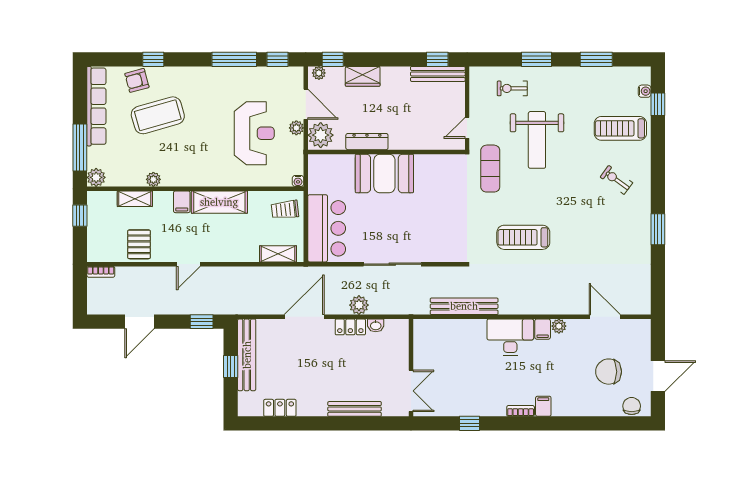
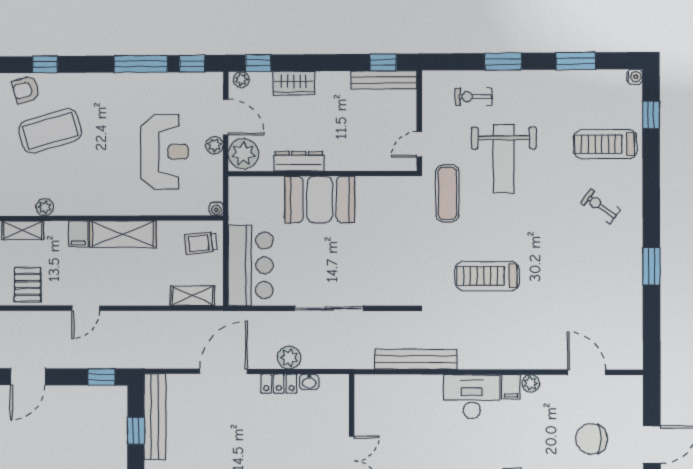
water cooler: (645, 91) -> (635, 77), moved

